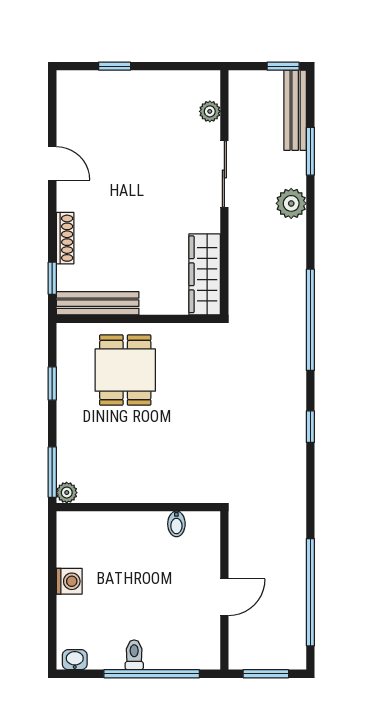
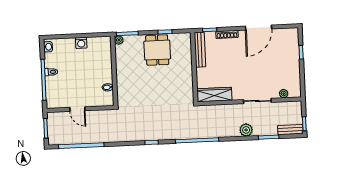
bench: (295, 110) -> (290, 130), width x0.73
door: (52, 163) -> (258, 28), width x1.88
dining table: (125, 370) -> (157, 50), moved, turned 90

